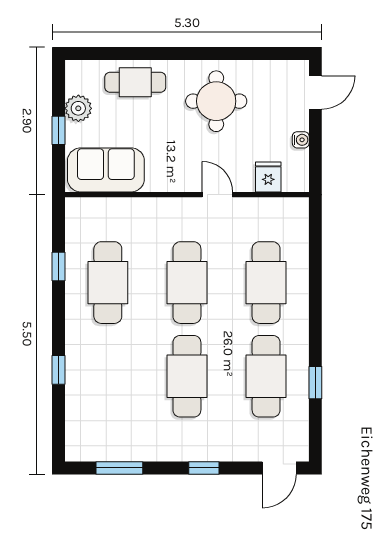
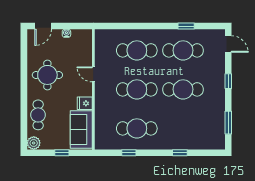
door: (315, 92) -> (43, 26), swing flipped
plant: (78, 108) -> (34, 143), moved
fridge: (268, 177) -> (85, 103), moved
door: (217, 195) -> (93, 74), hinge flipped

